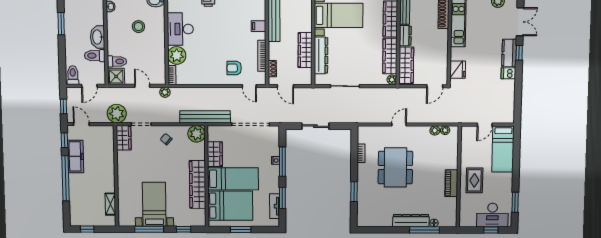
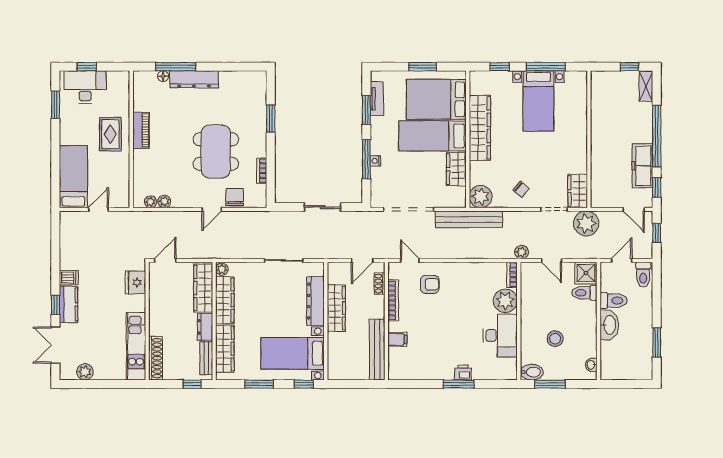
door: (285, 86) -> (362, 260), swing flipped
chair: (382, 134) -> (235, 197), added
shelving: (110, 204) -> (646, 86), moved

